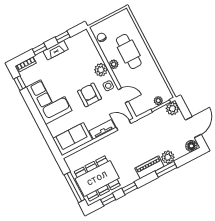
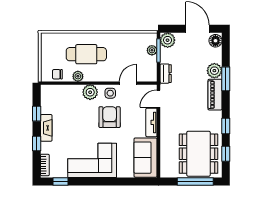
plant: (114, 64) -> (78, 76), moved
armchair: (90, 95) -> (110, 117), turned 90
dresser: (146, 121) -> (166, 74), added

